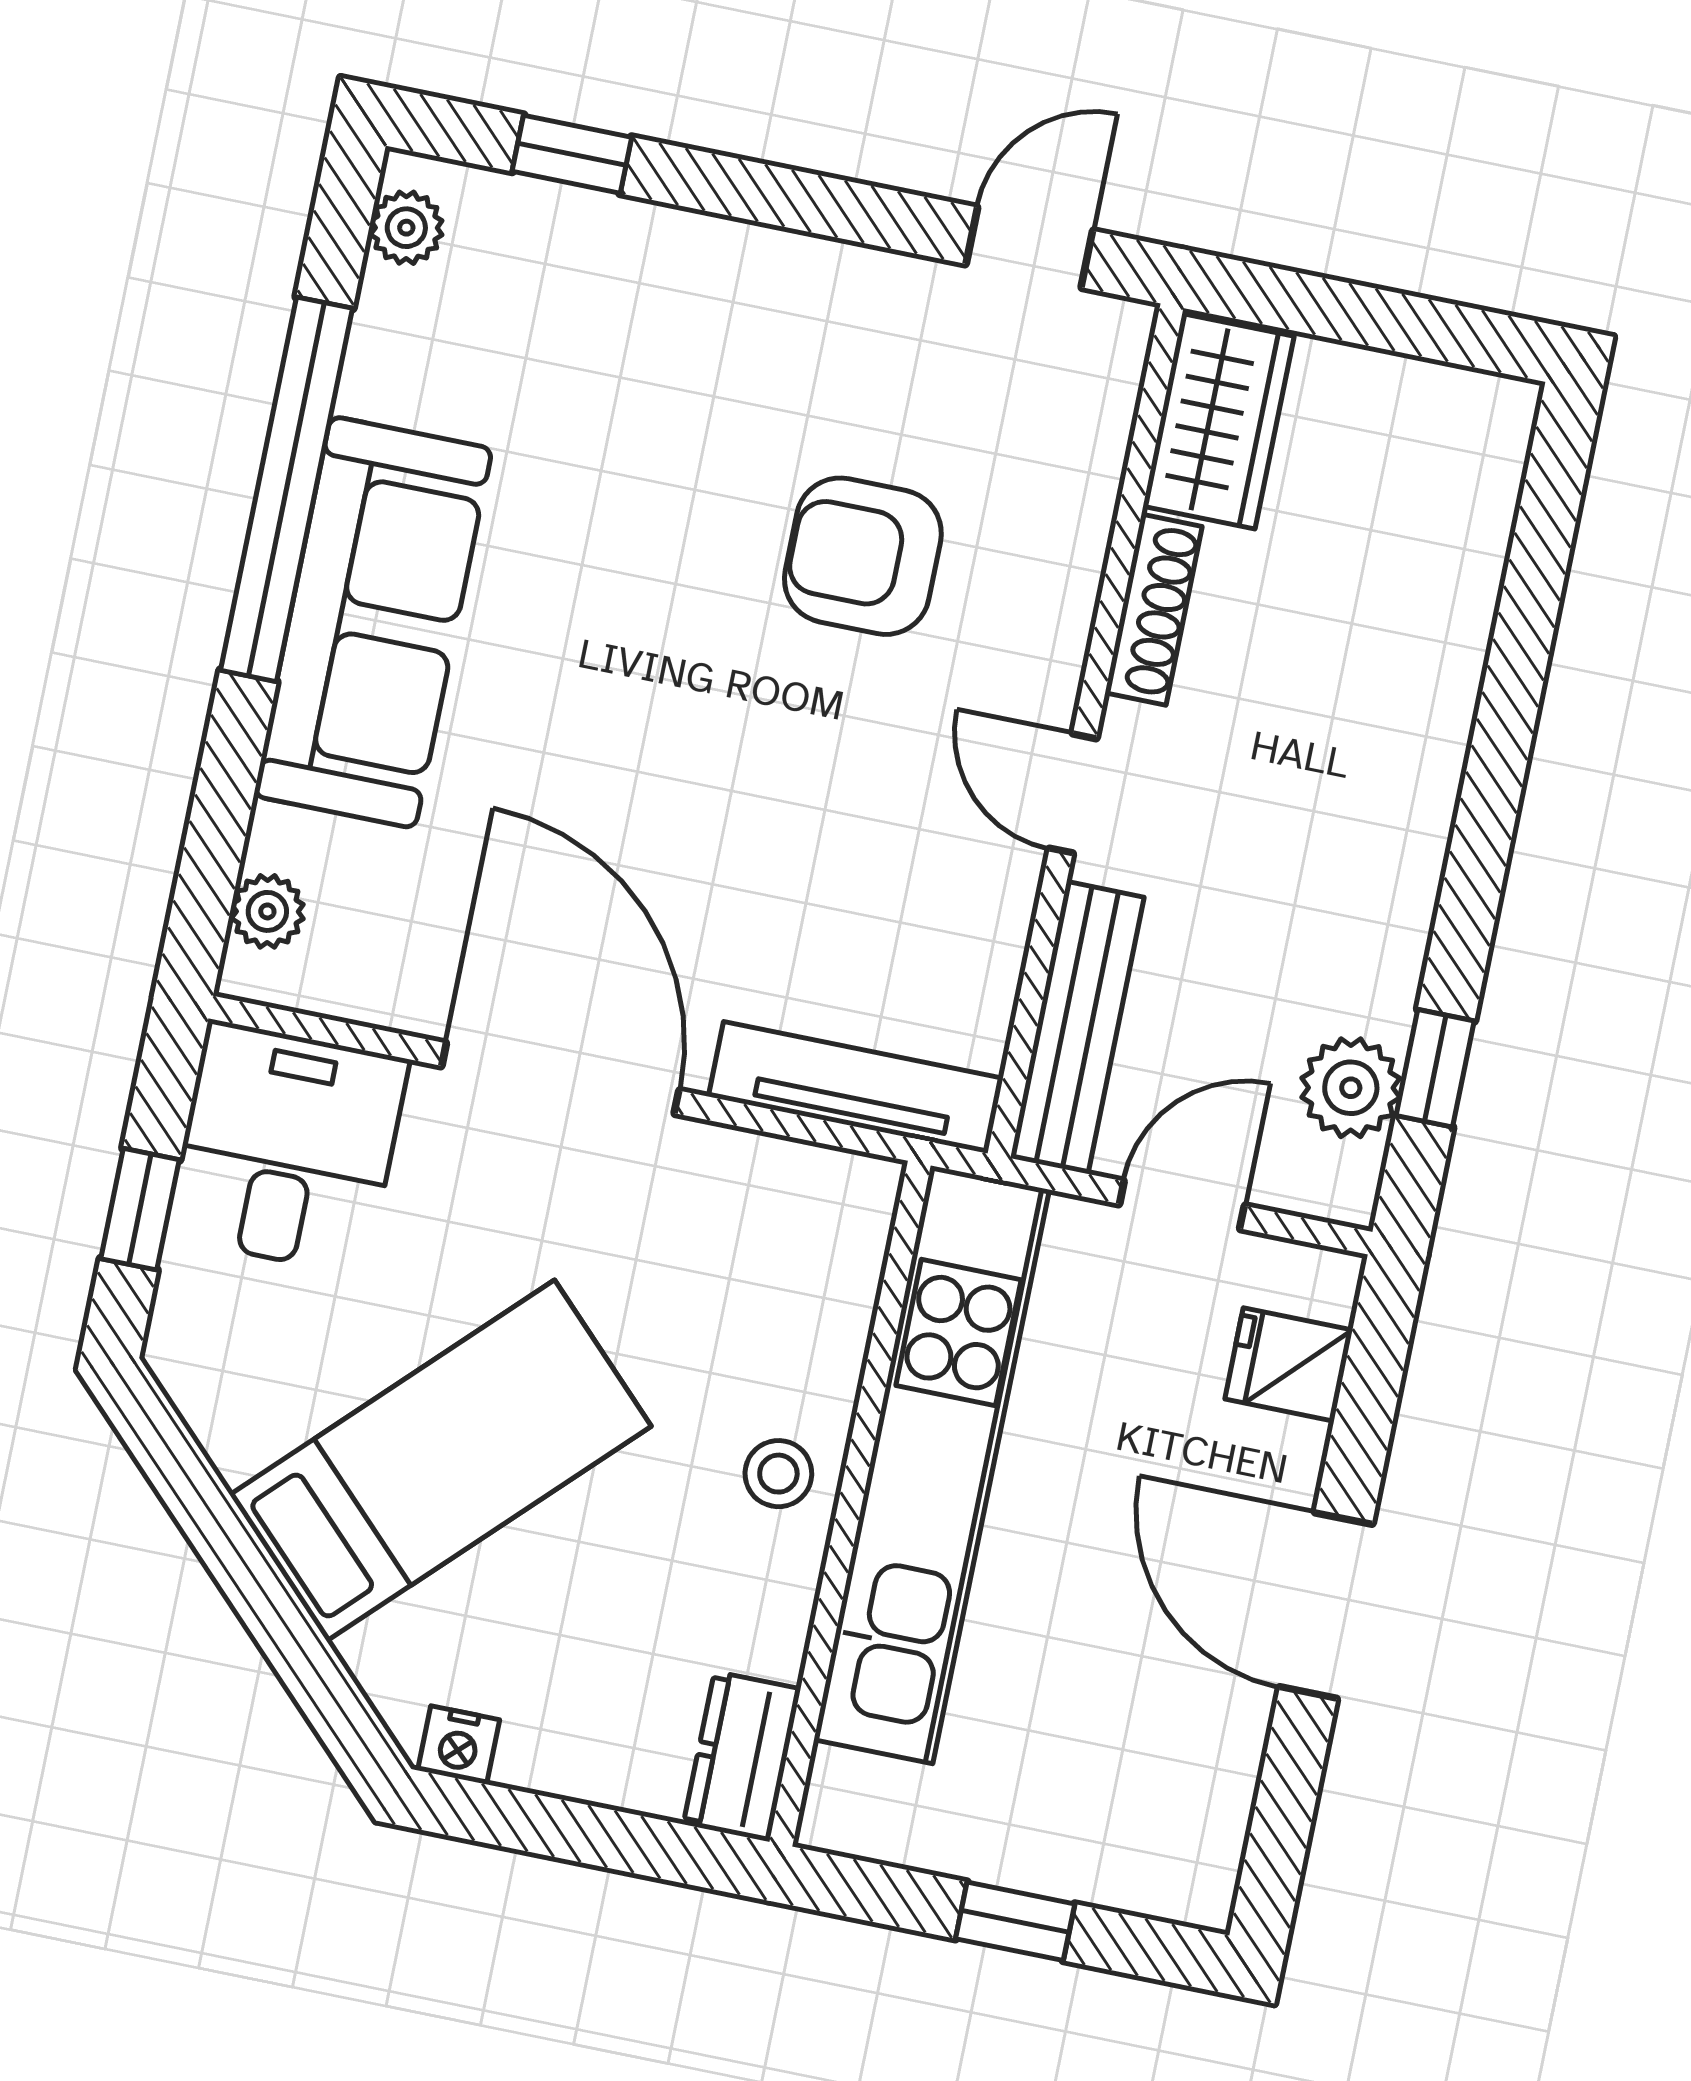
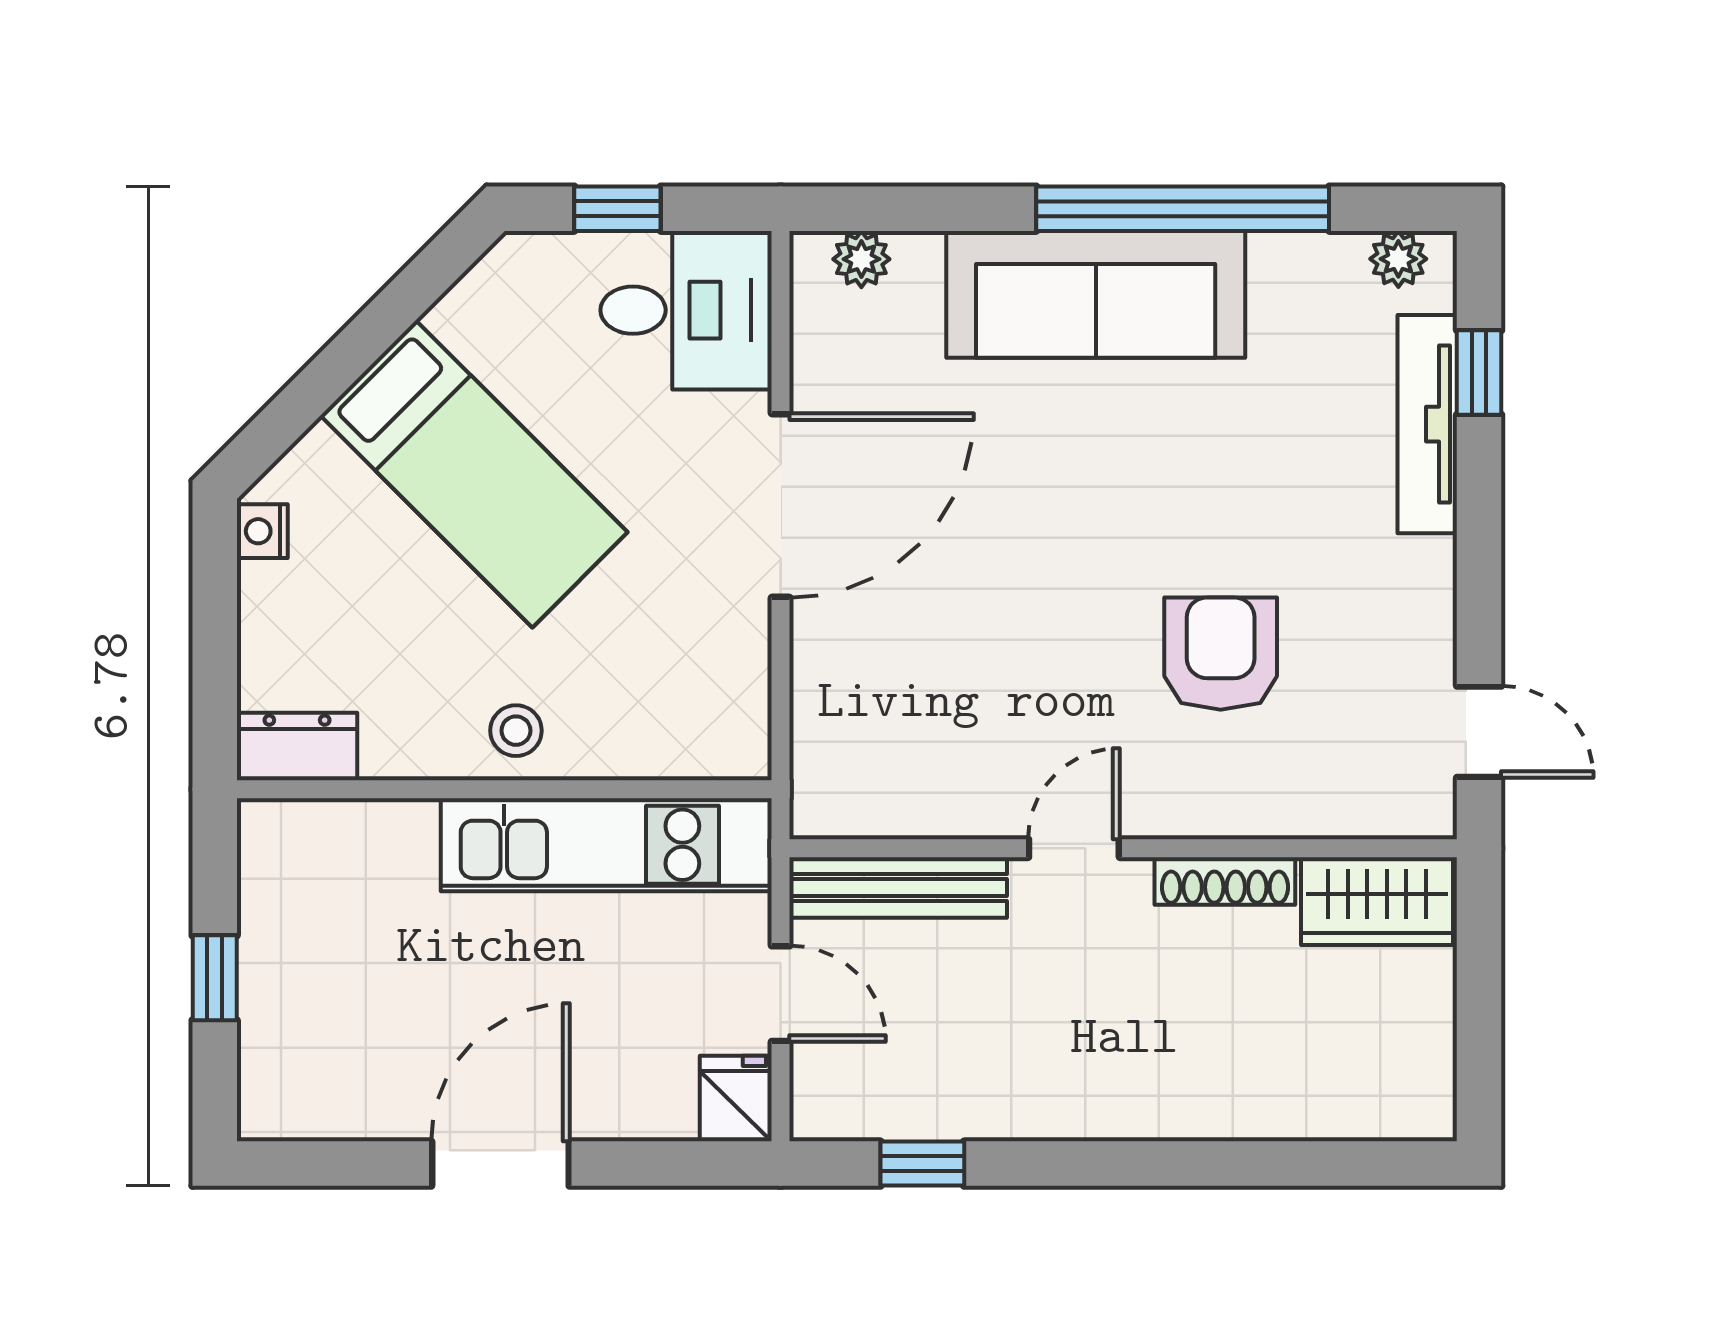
tv unit: (855, 1087) -> (1427, 424), moved, turned 180
plant: (1351, 1088) -> (895, 1103), removed
fridge: (1289, 1365) -> (736, 1099), moved
kitchen unit: (932, 1465) -> (606, 845), width x0.73

